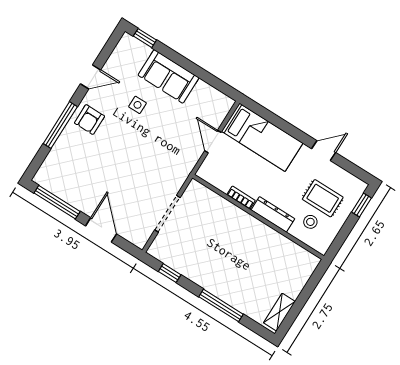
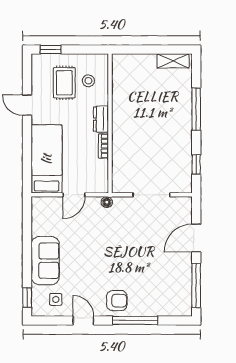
side table: (138, 105) -> (56, 299), moved
floor lamp: (187, 168) -> (107, 202), added
dresser: (273, 214) -> (101, 119), width x0.70

